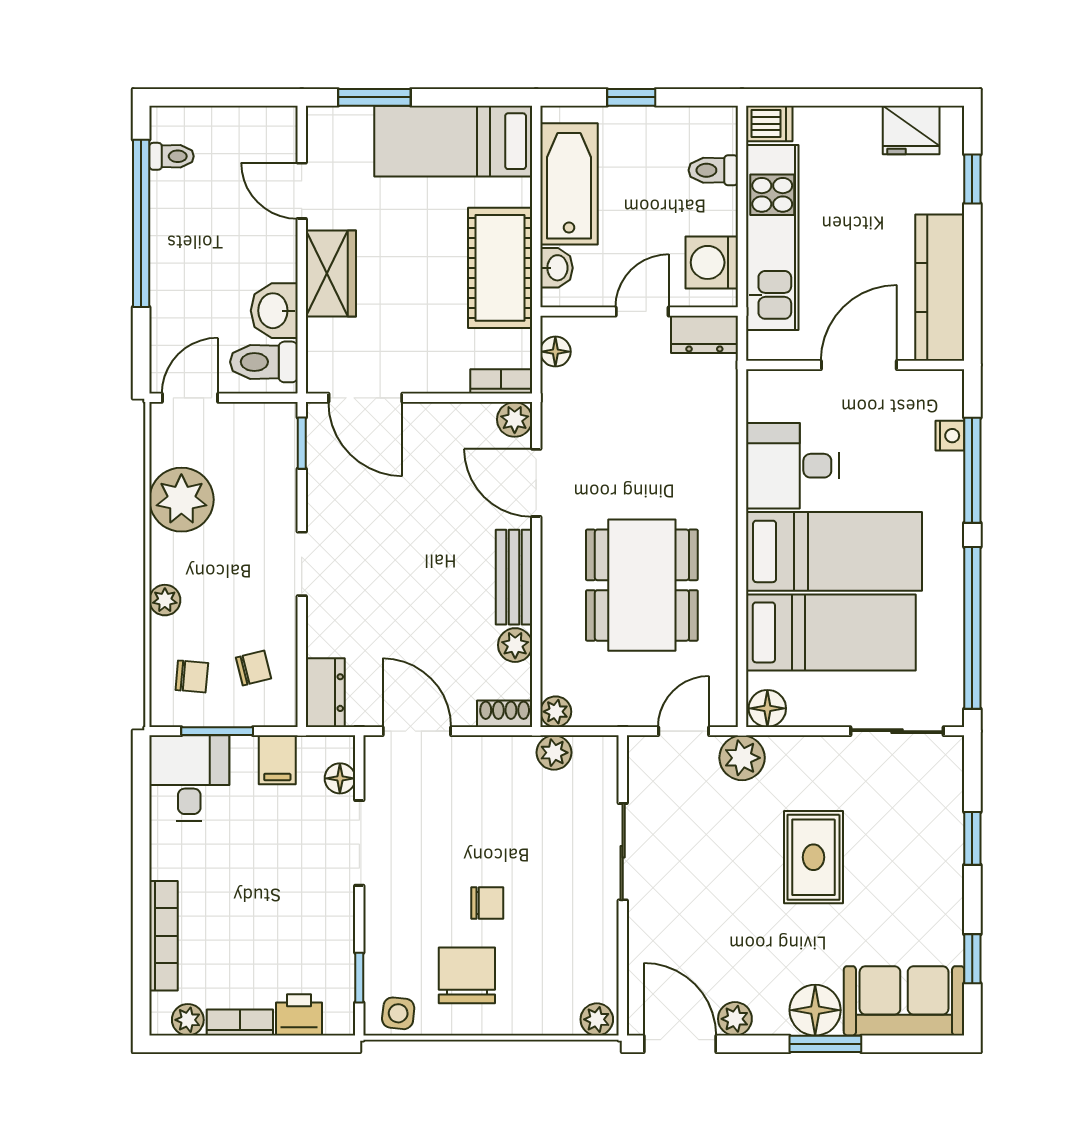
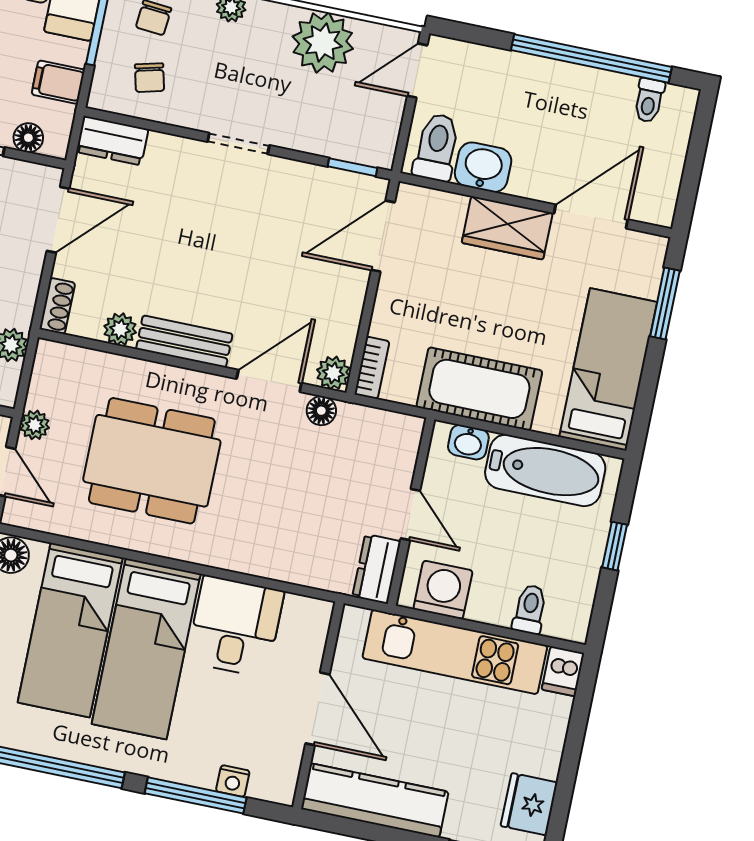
door: (302, 191) -> (591, 217), width x1.38
floor lamp: (555, 352) -> (321, 411), moved
door: (190, 398) -> (417, 71), swing flipped
plant: (556, 712) -> (35, 425), moved

